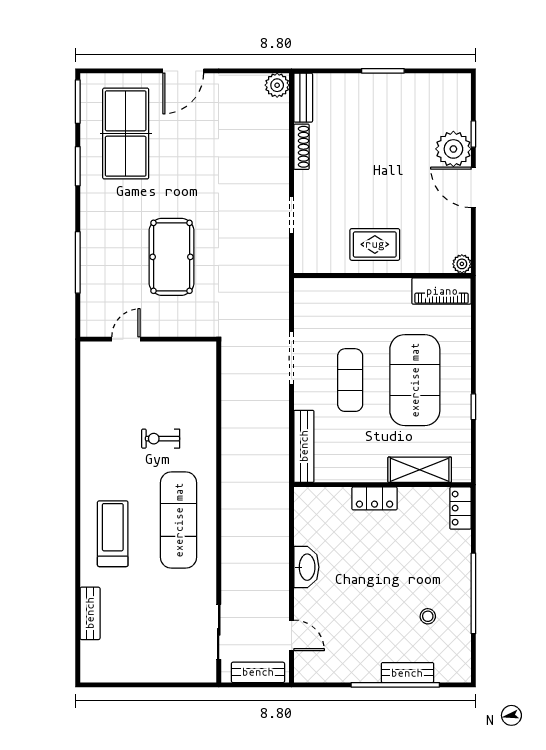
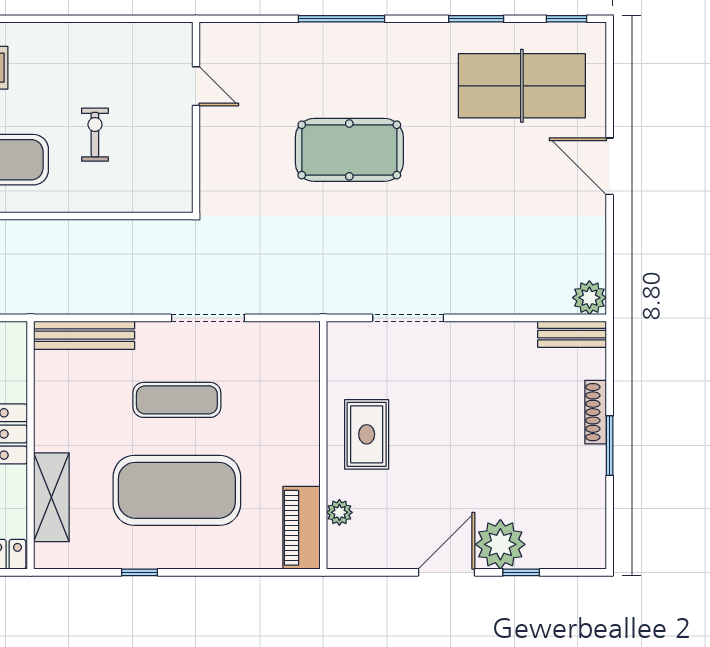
window: (78, 102) -> (566, 19), width x0.67
shoe rack: (302, 147) -> (596, 412), moved, turned 90
doorway: (292, 215) -> (408, 318), width x1.38
plant: (462, 264) -> (339, 512), moved
door: (126, 339) -> (196, 86), moved
wall: (148, 339) -> (196, 117), moved

